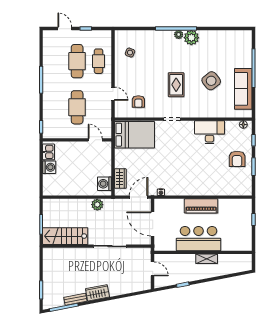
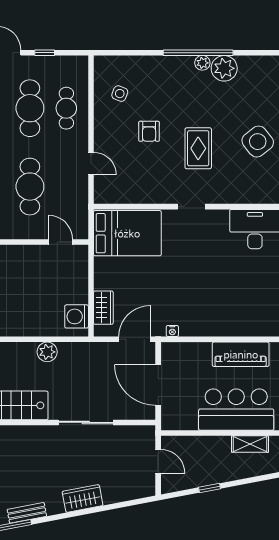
armchair: (138, 102) -> (149, 131), moved
plant: (97, 205) -> (47, 352), moved
wardrobe: (97, 293) -> (83, 498), moved

